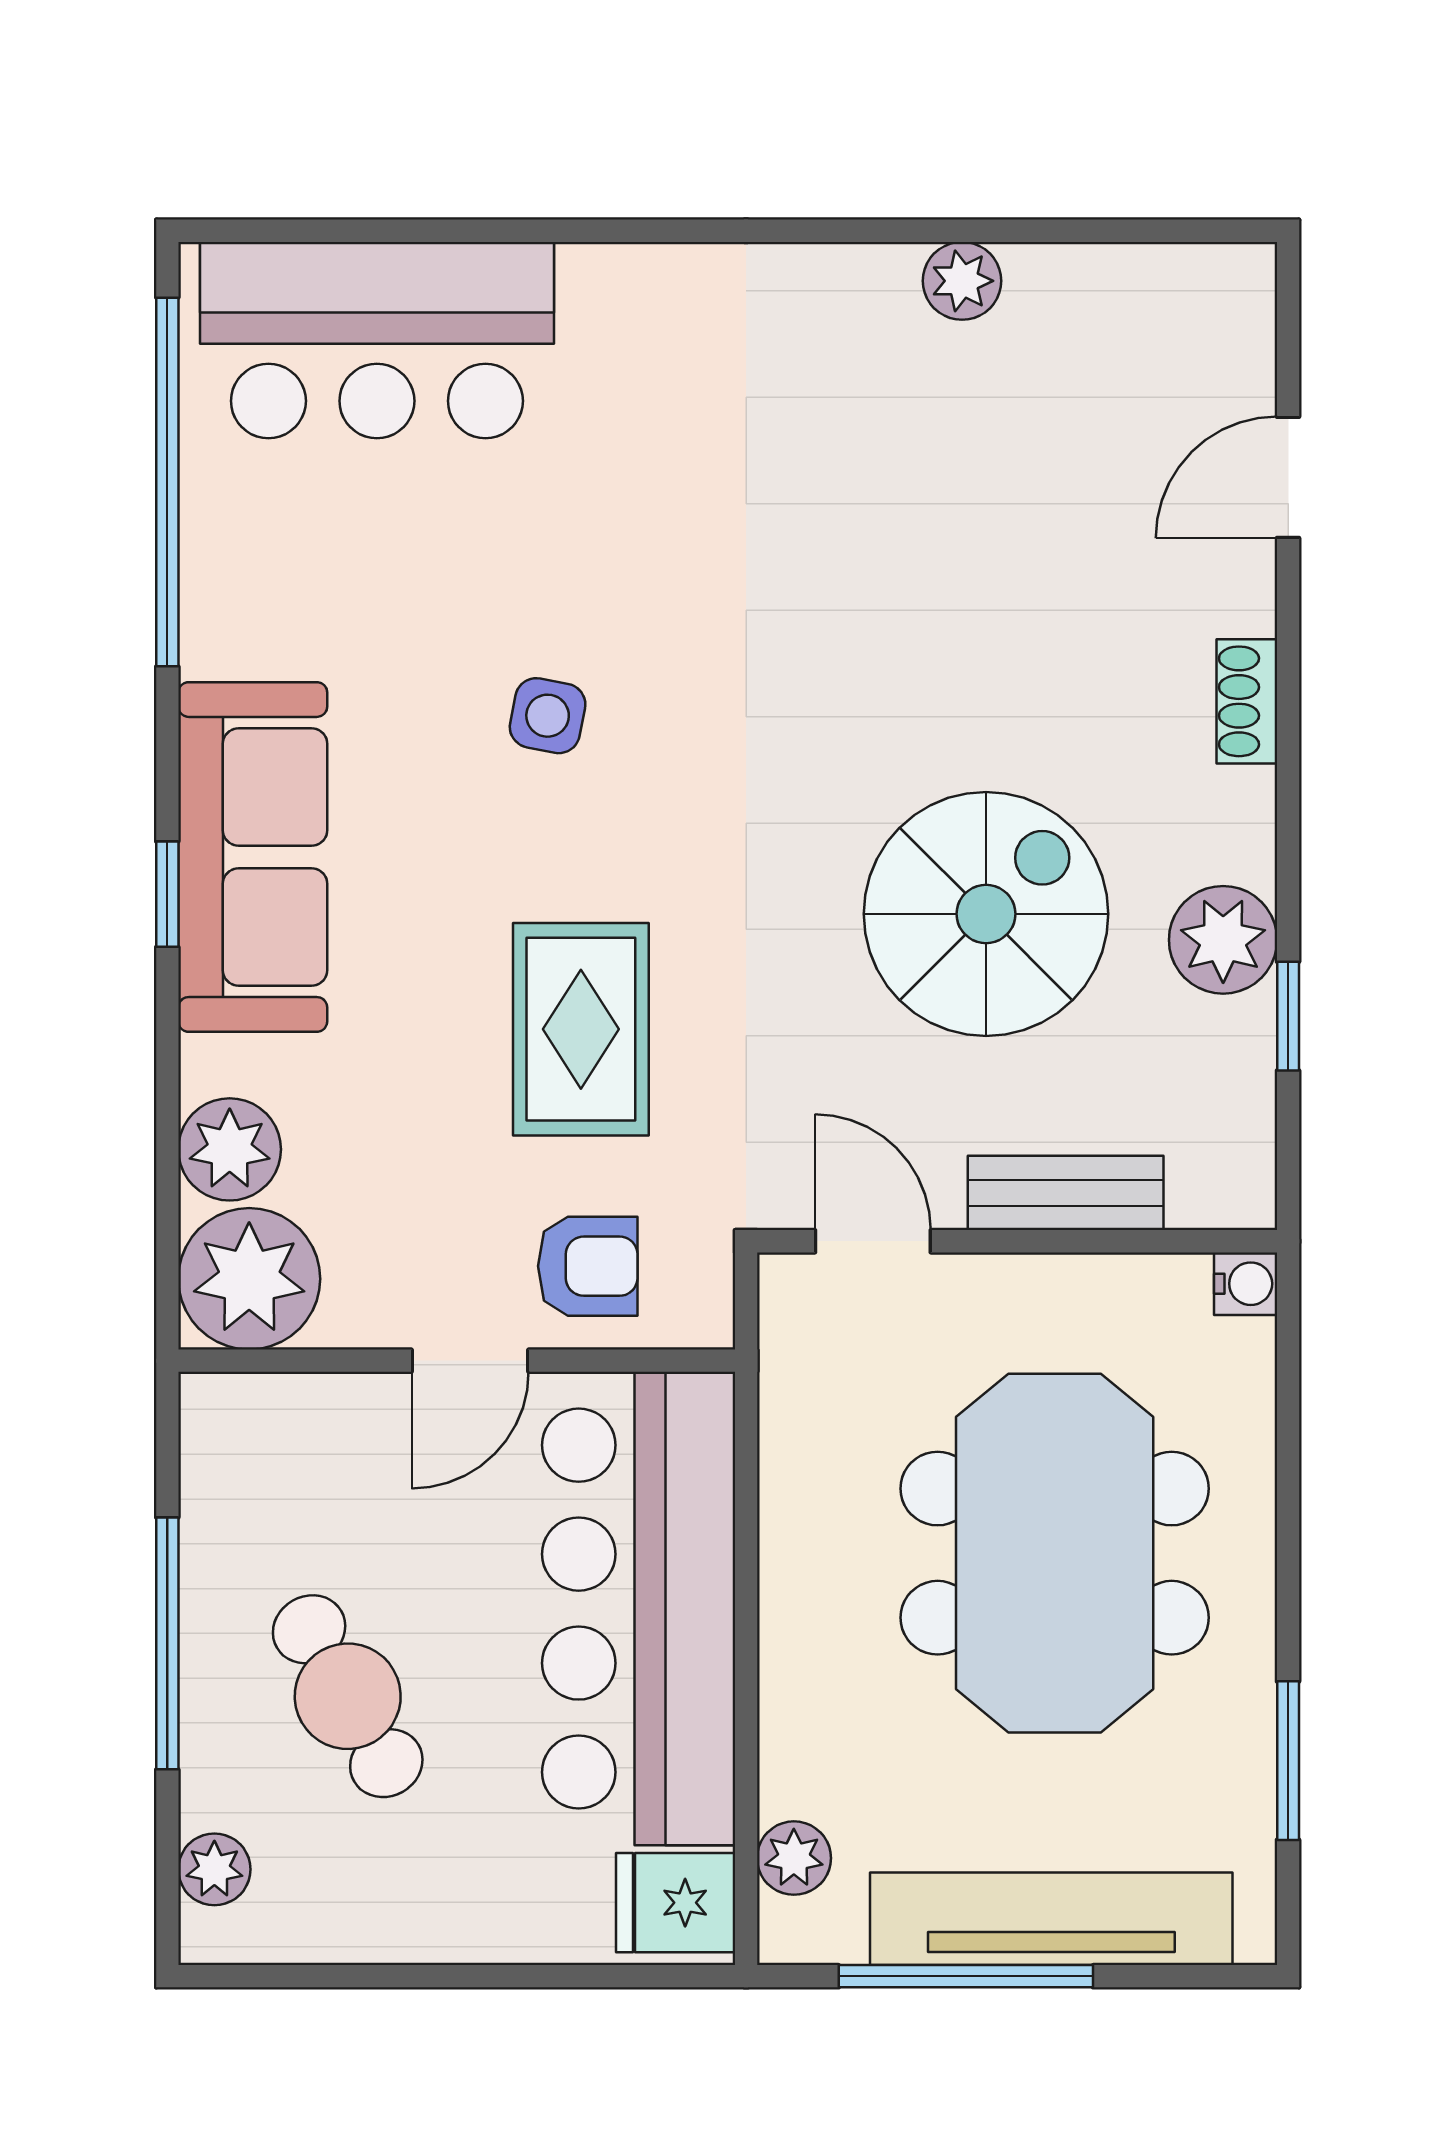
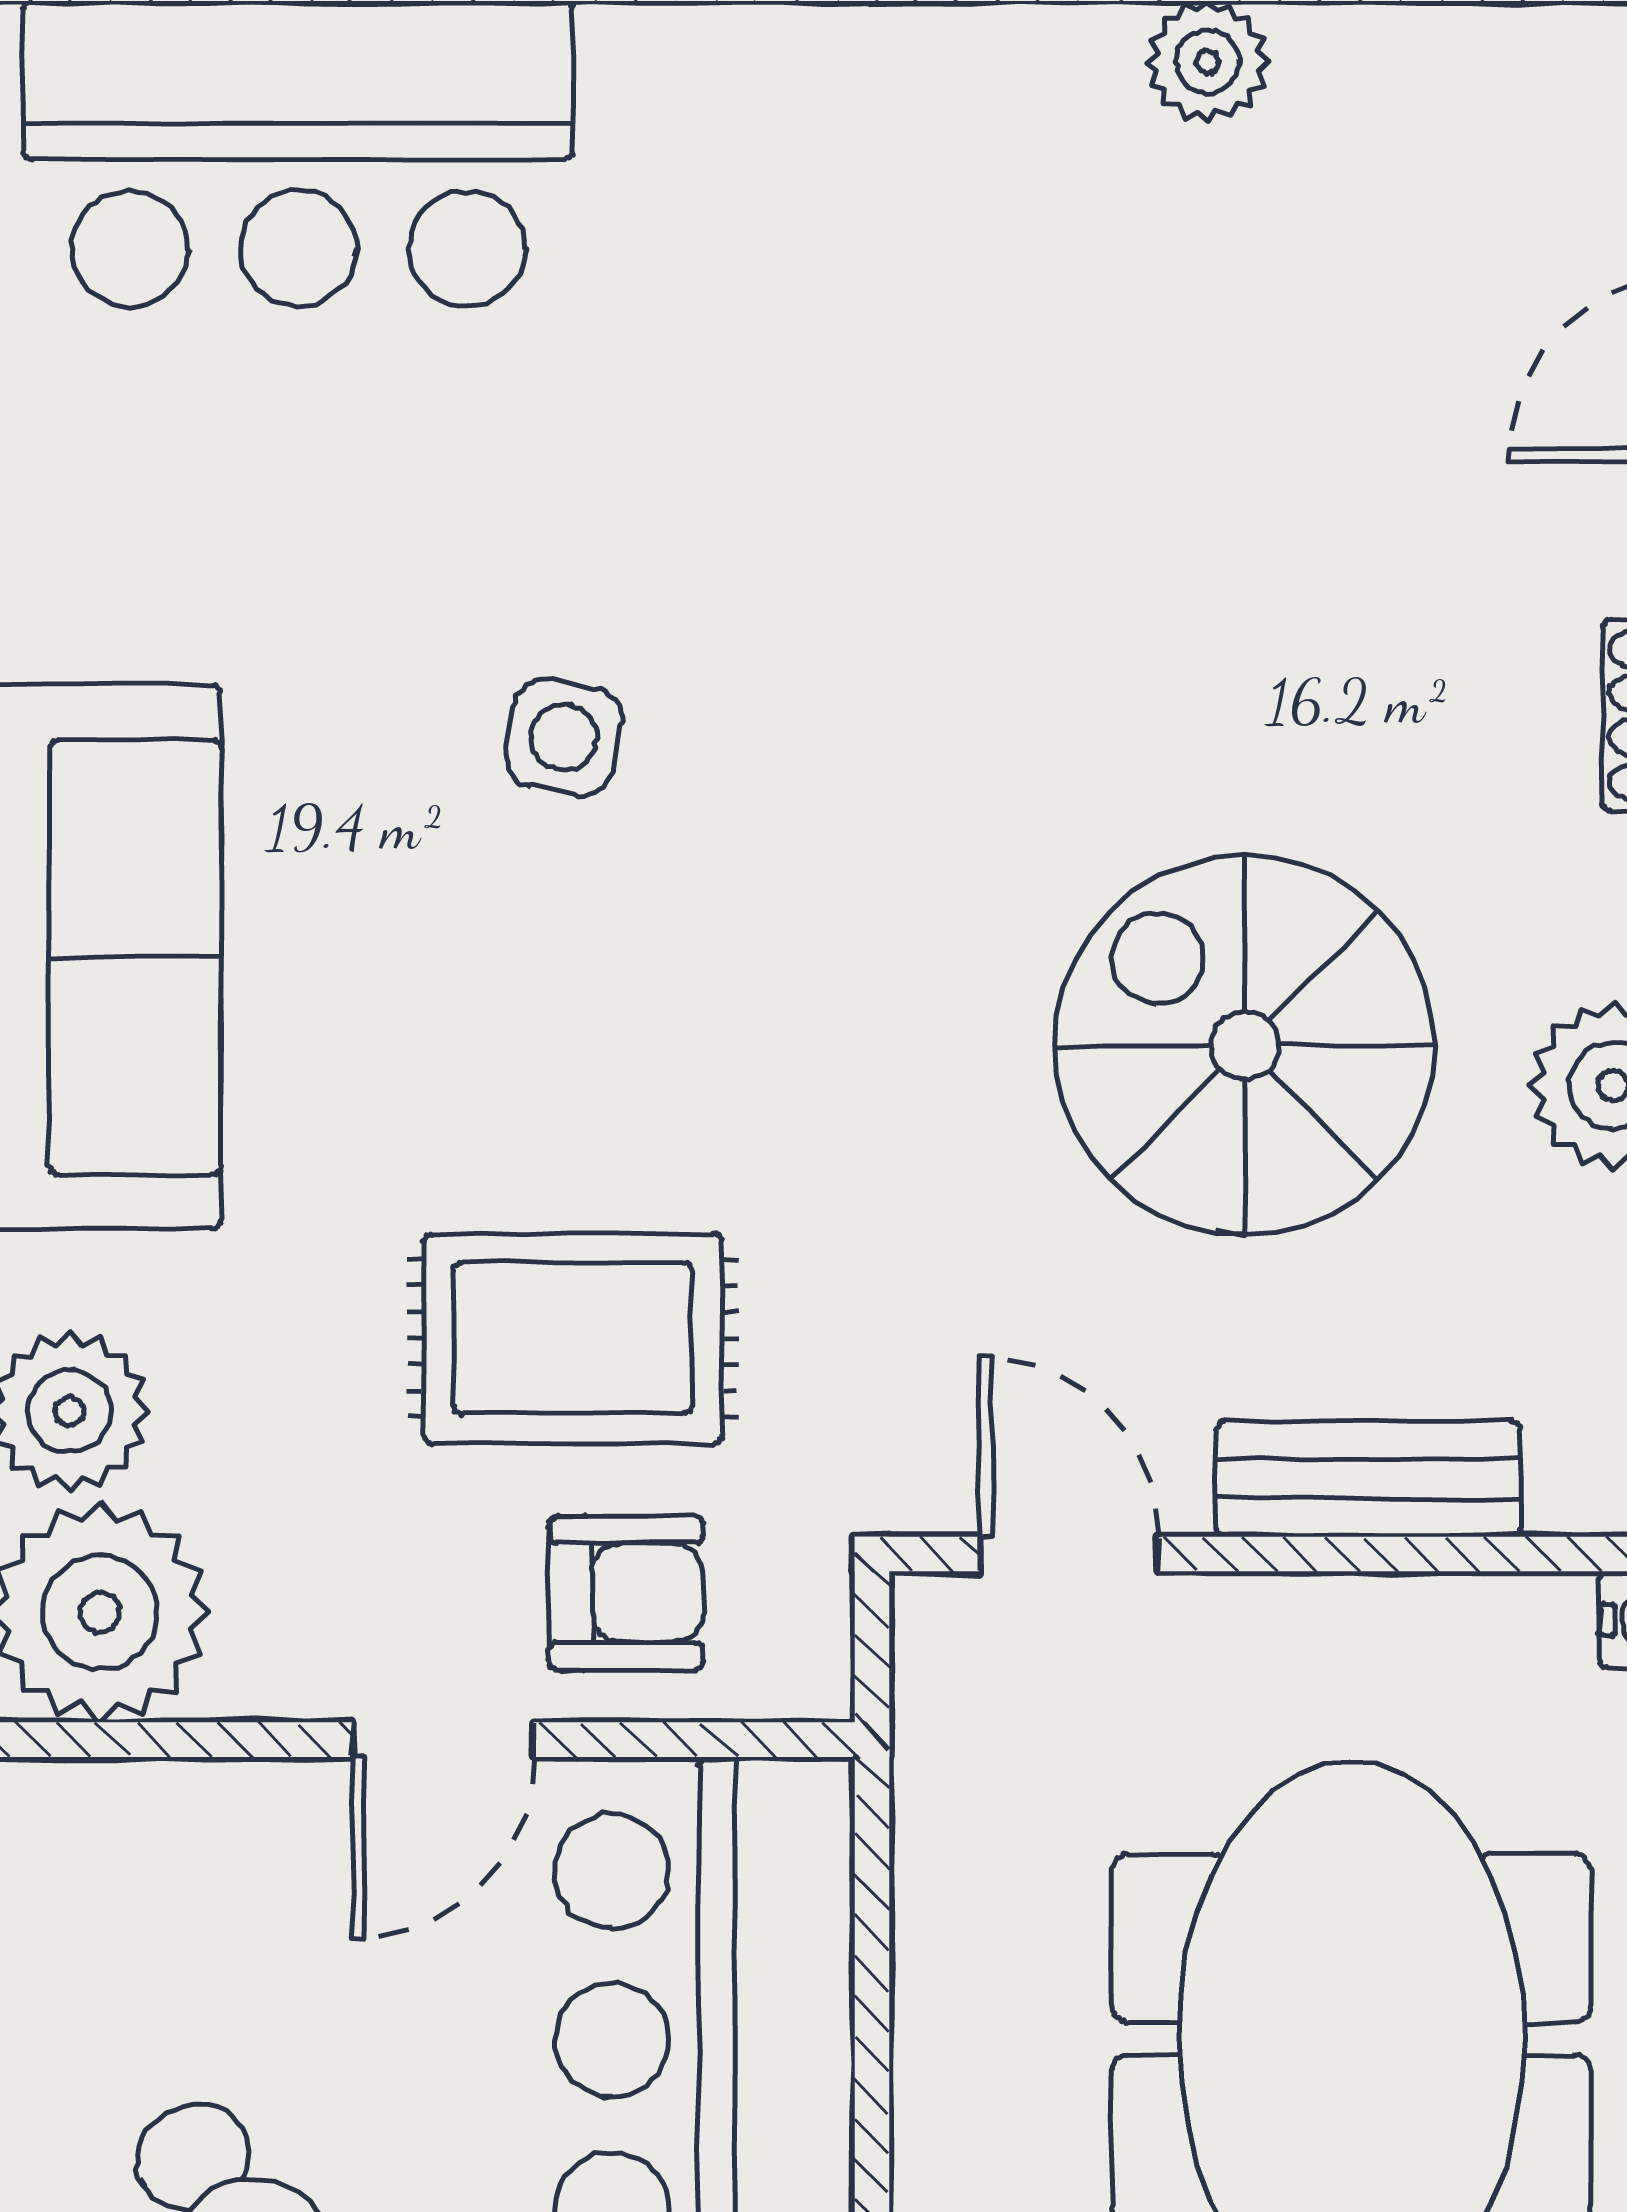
spiral stairs: (986, 914) -> (1245, 1045), turned -90
rug: (581, 1029) -> (573, 1338), moved, turned 90

